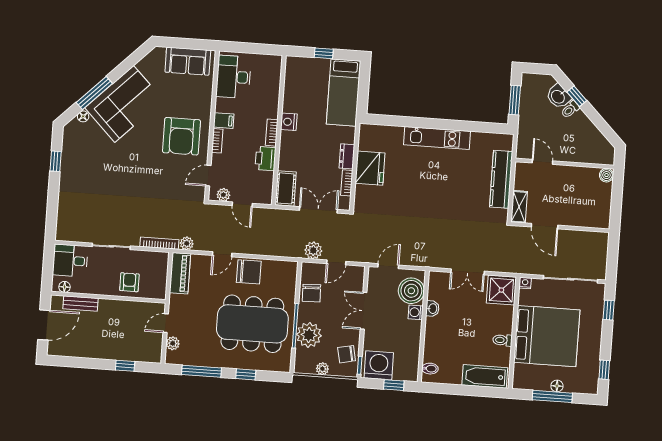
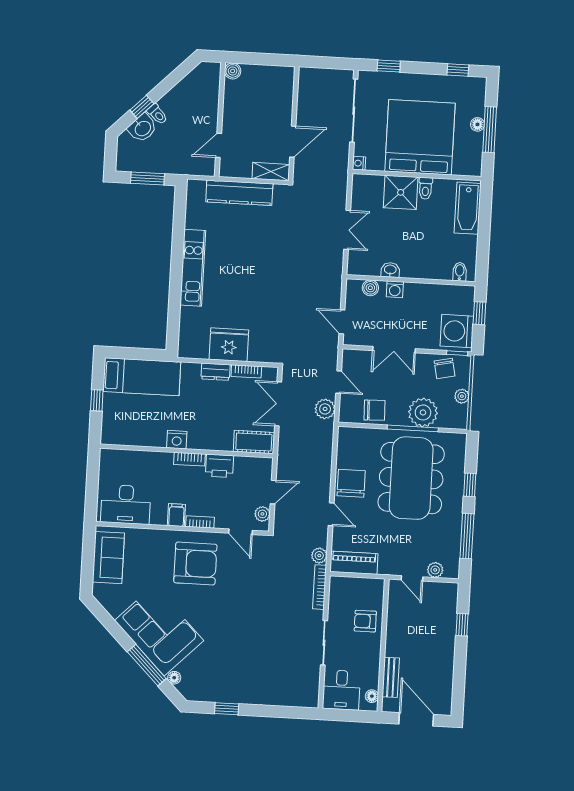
shower: (501, 290) -> (401, 192), moved
boiler: (411, 291) -> (370, 288), width x0.54, depth x0.54

